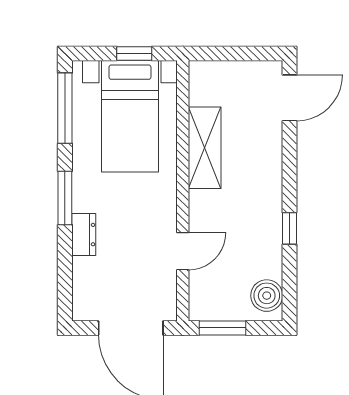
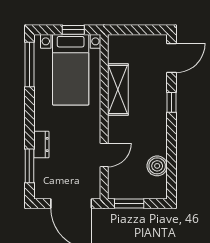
window: (65, 198) -> (29, 166), moved
window: (290, 228) -> (172, 102), moved
boiler: (267, 296) -> (157, 166), moved

